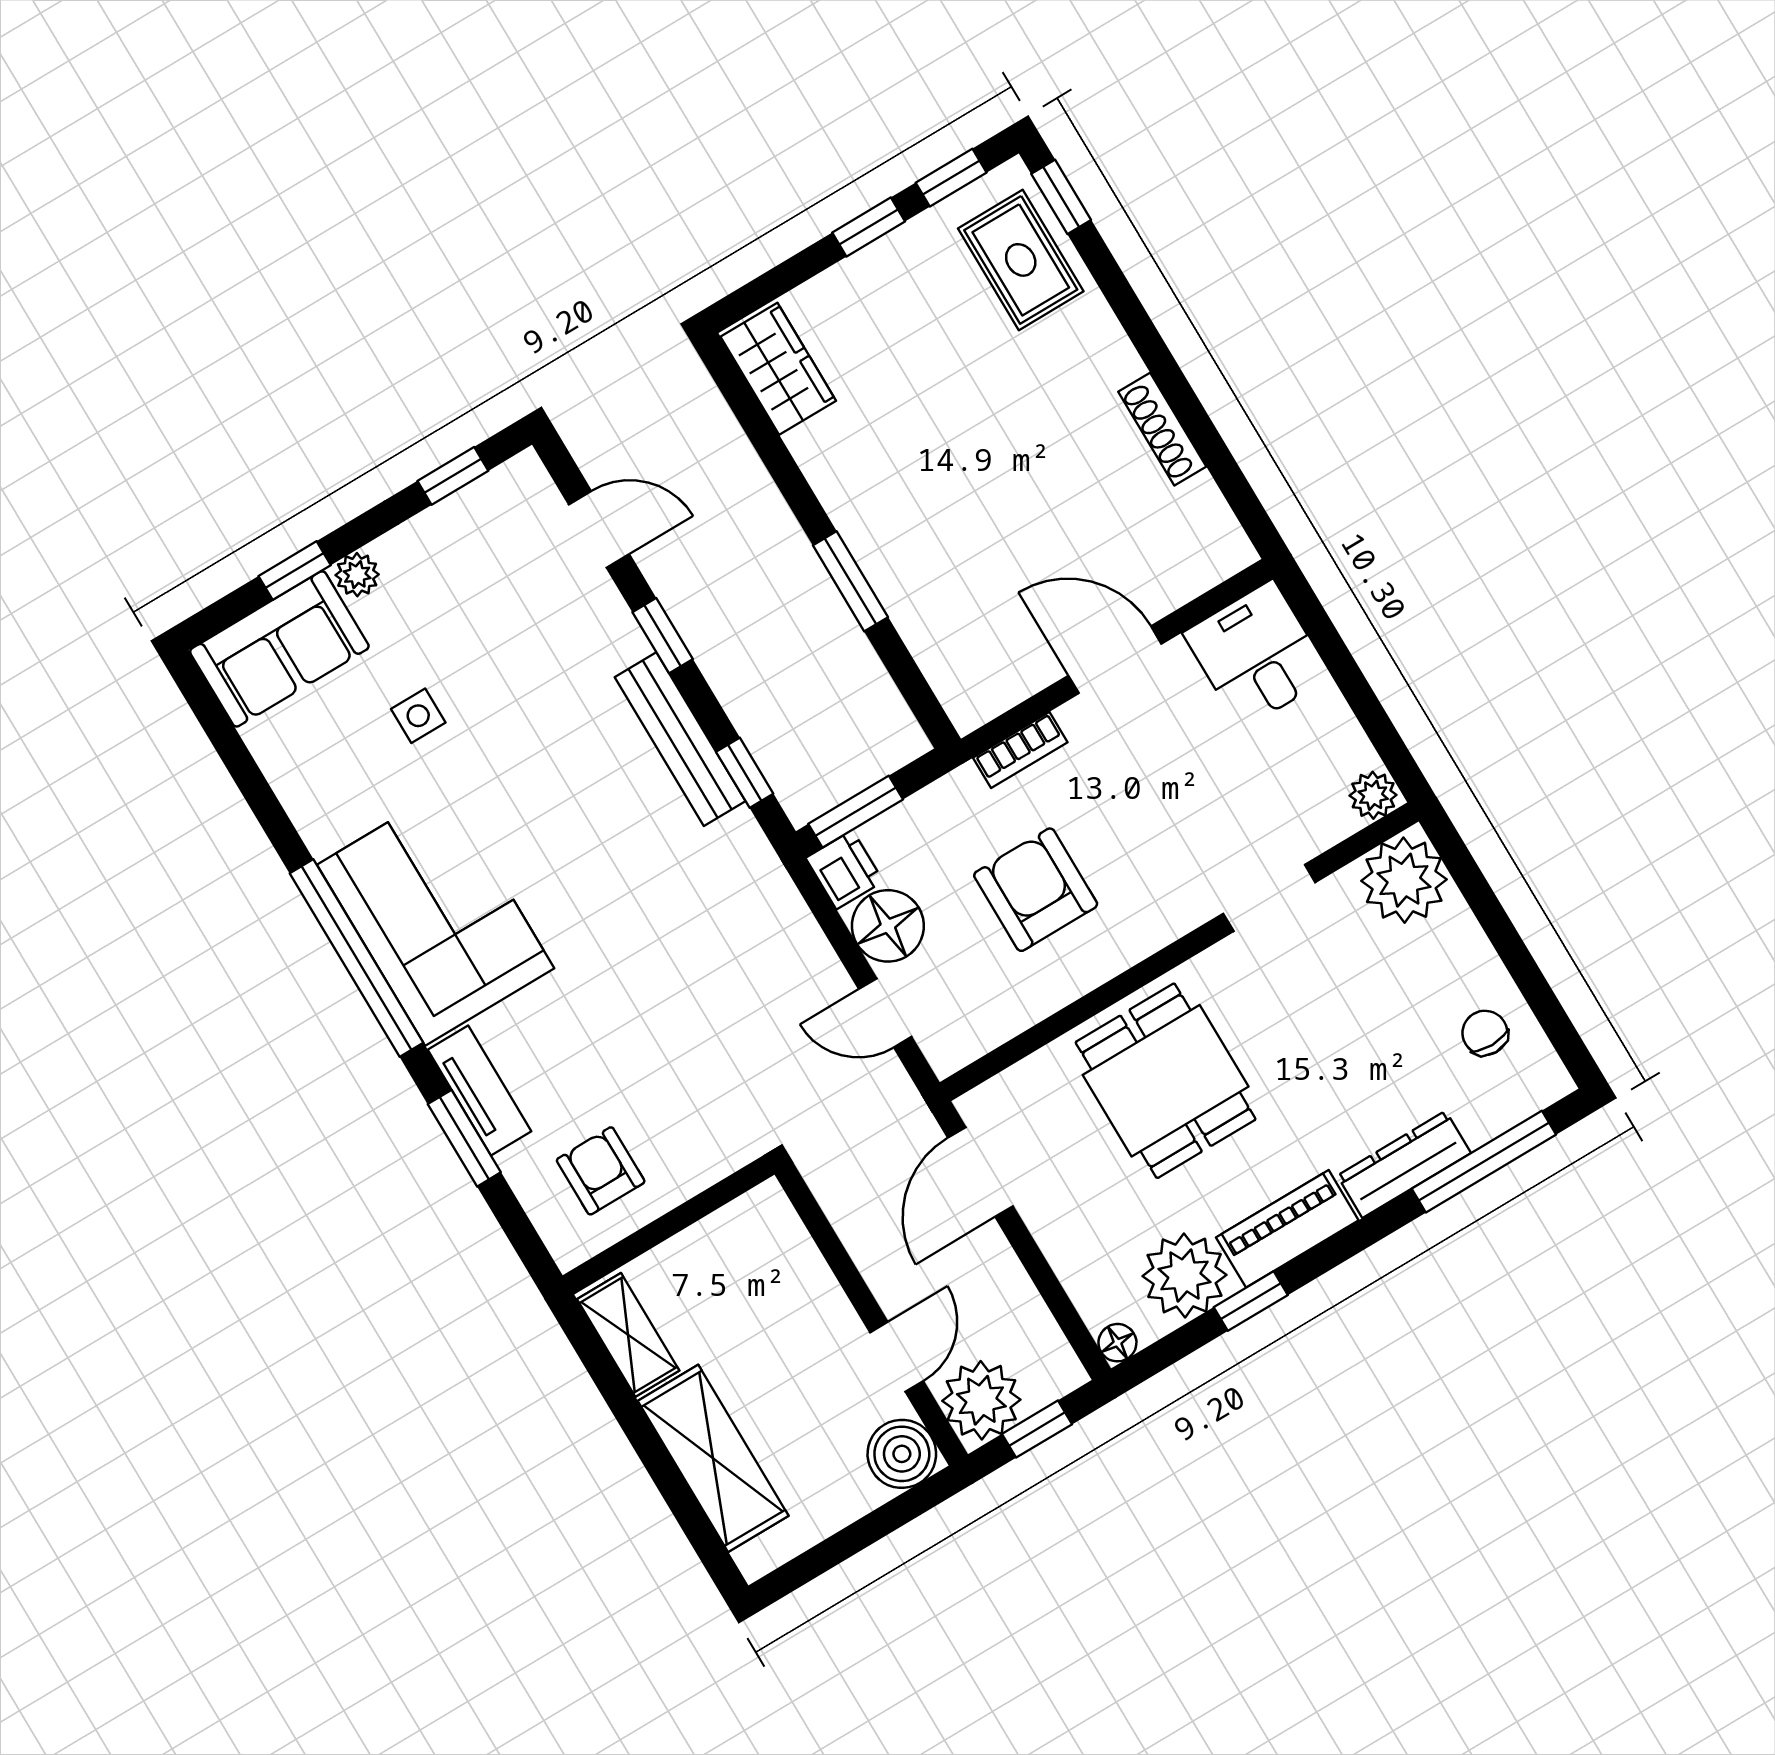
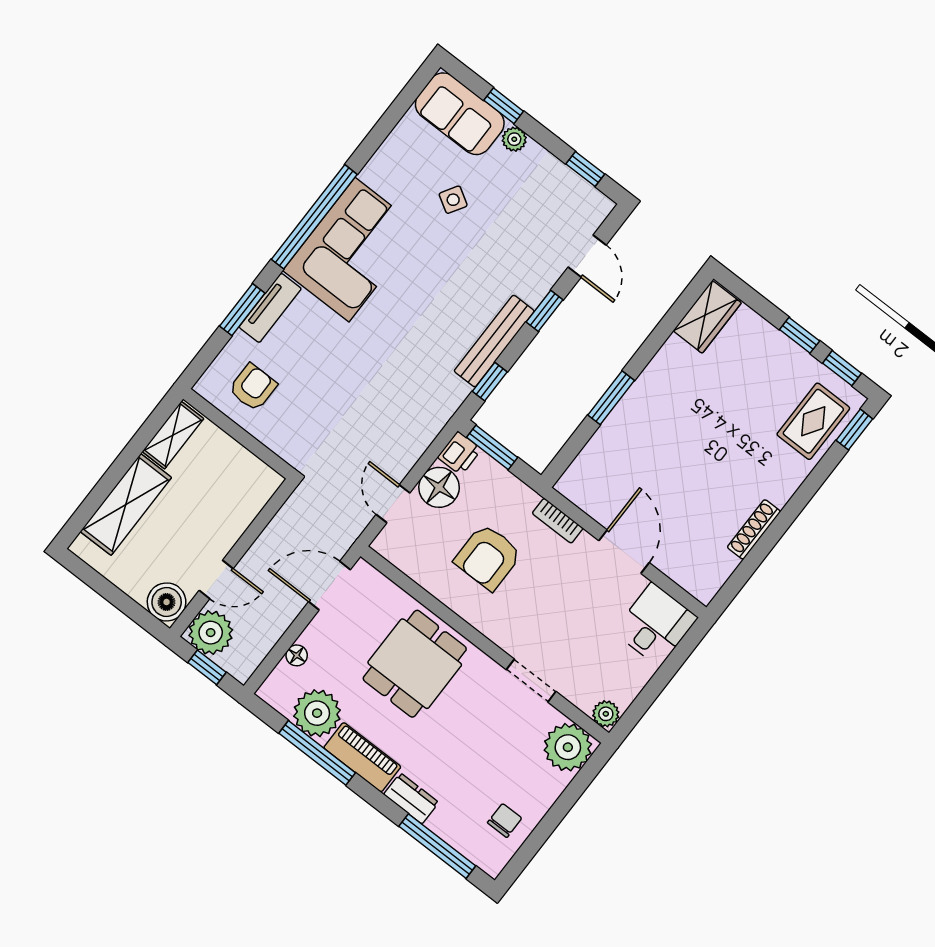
side table: (418, 716) -> (453, 200), turned 31
armchair: (1036, 890) -> (488, 557), turned 180
dresser: (1404, 1164) -> (411, 798), width x0.70
window: (1251, 1301) -> (317, 753), width x2.17
floor lamp: (1117, 1343) -> (297, 655), moved

